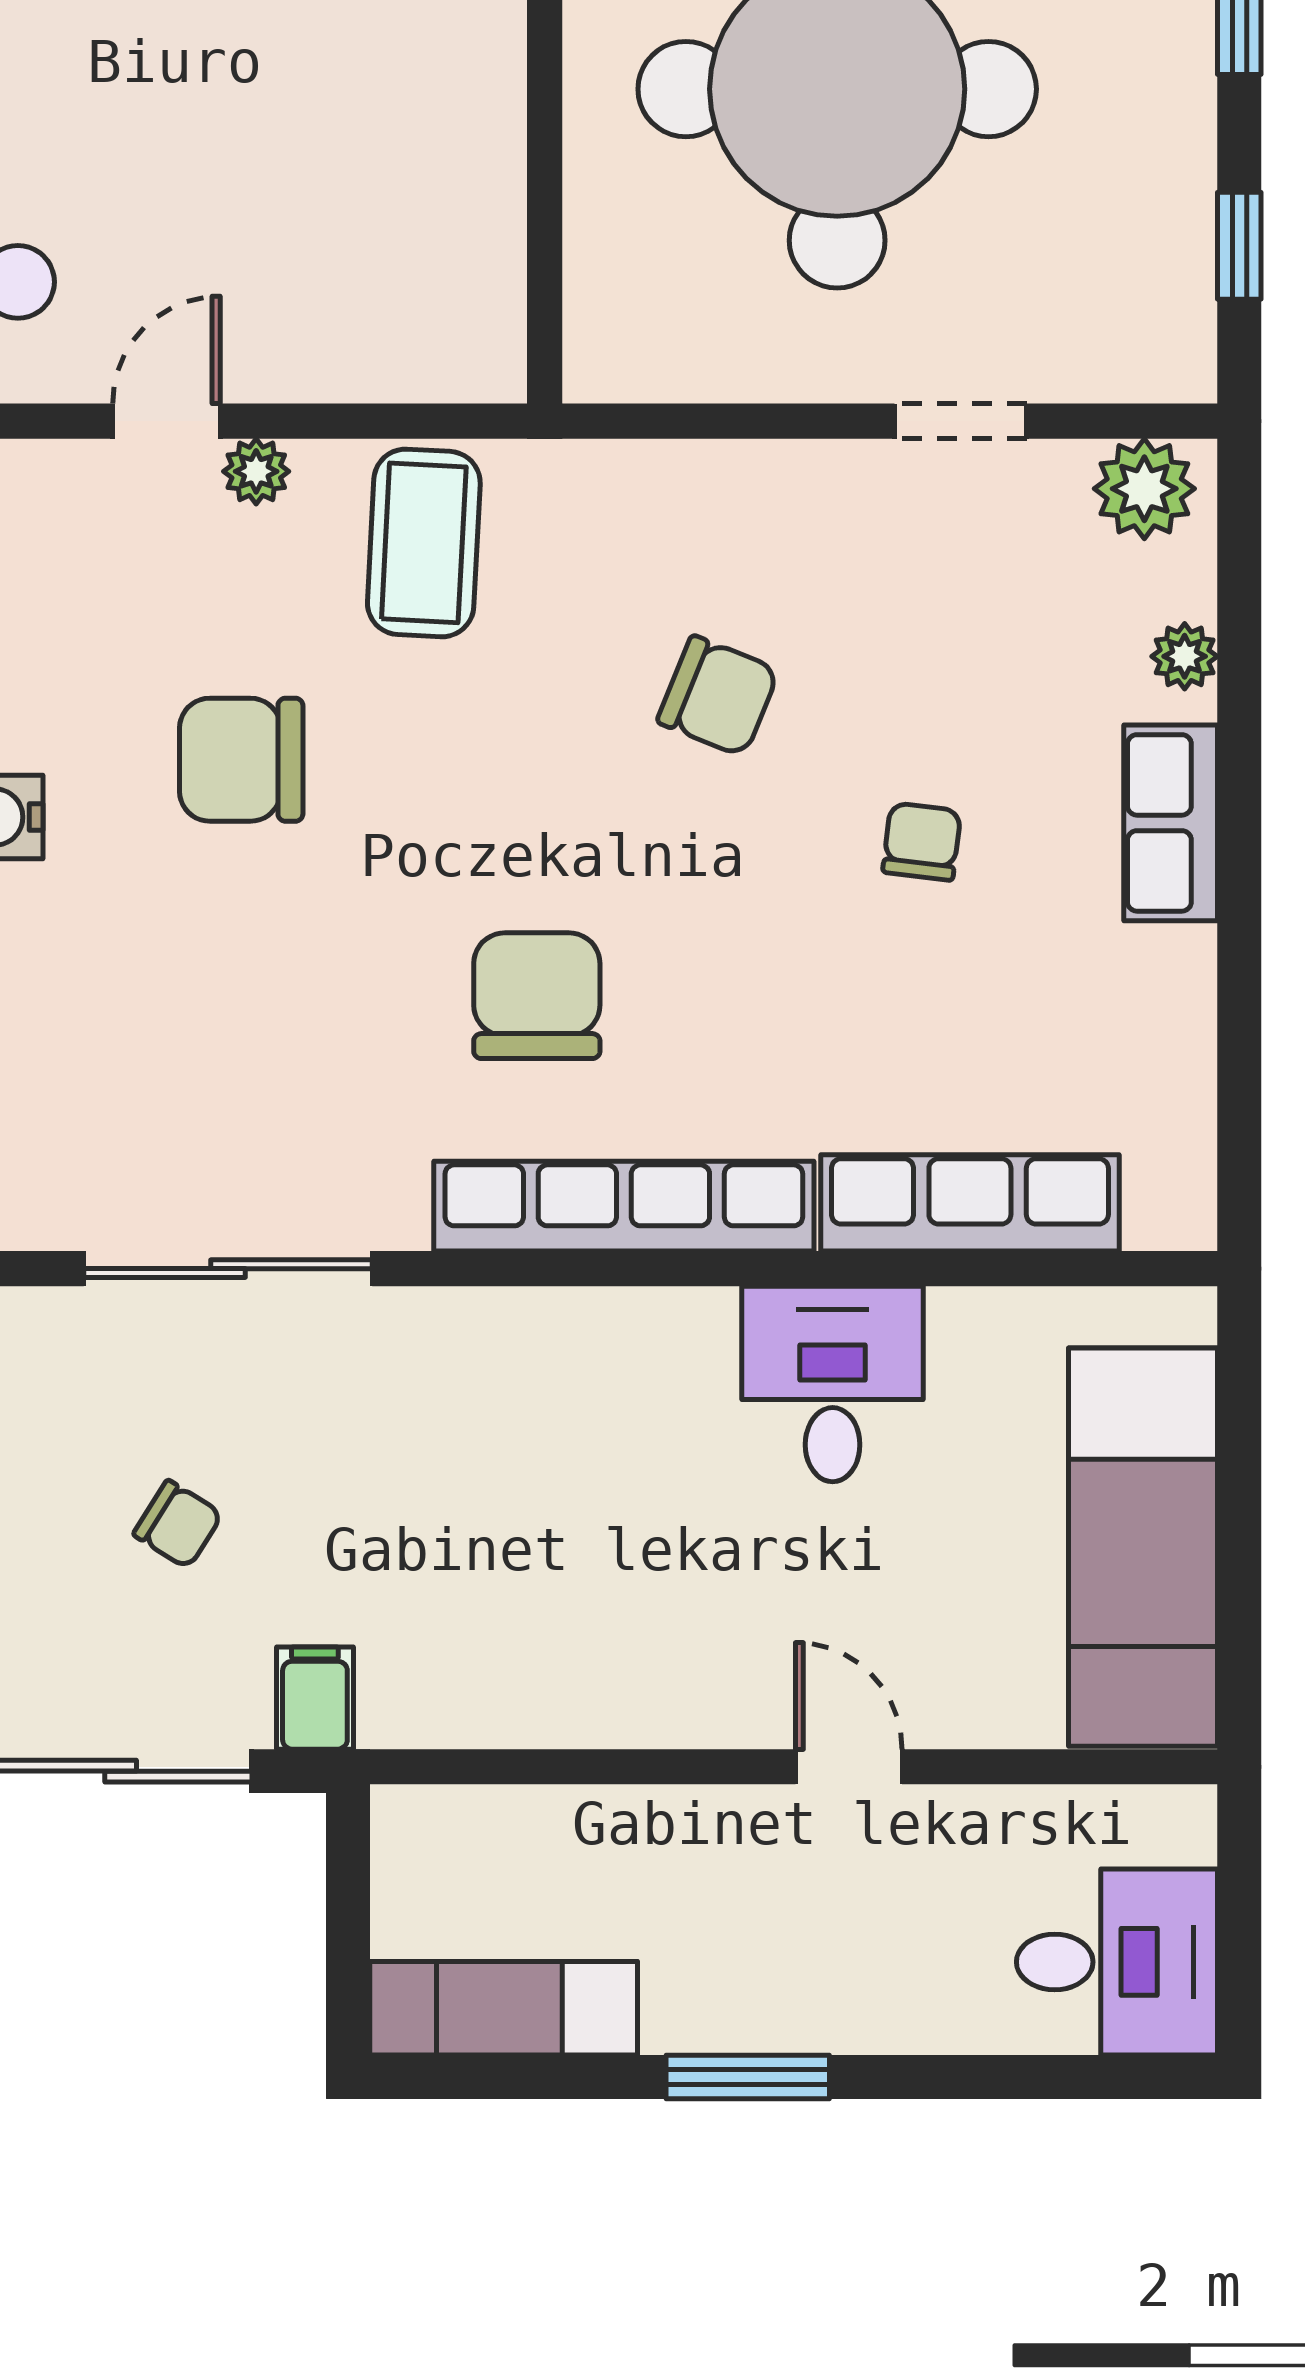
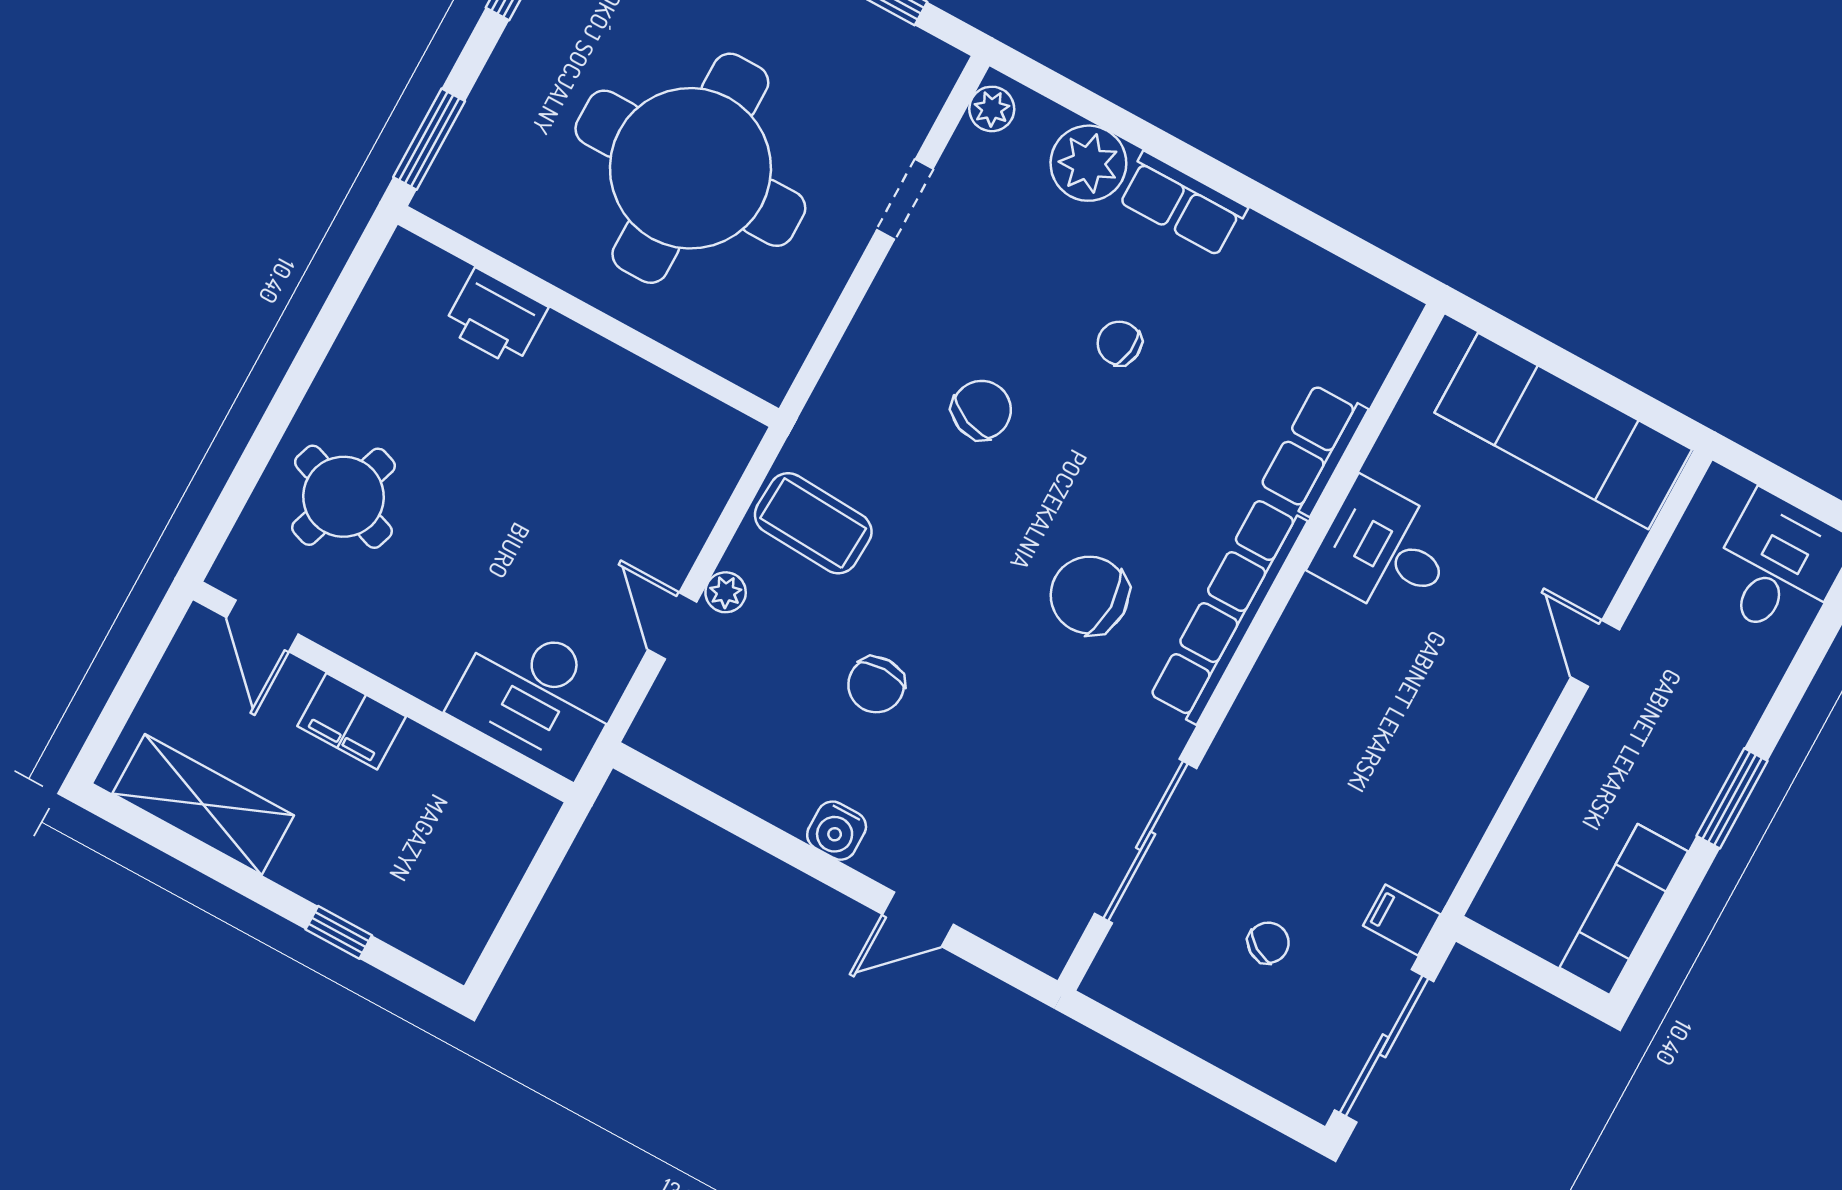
plant: (1144, 489) -> (992, 109), width x0.73, depth x0.73
plant: (1185, 656) -> (1088, 163), width x1.87, depth x1.87
chair: (241, 760) -> (876, 685), width x0.73, depth x0.73
row of seats: (970, 1203) -> (1314, 449), width x0.68
door: (849, 1767) -> (1595, 653), hinge flipped

